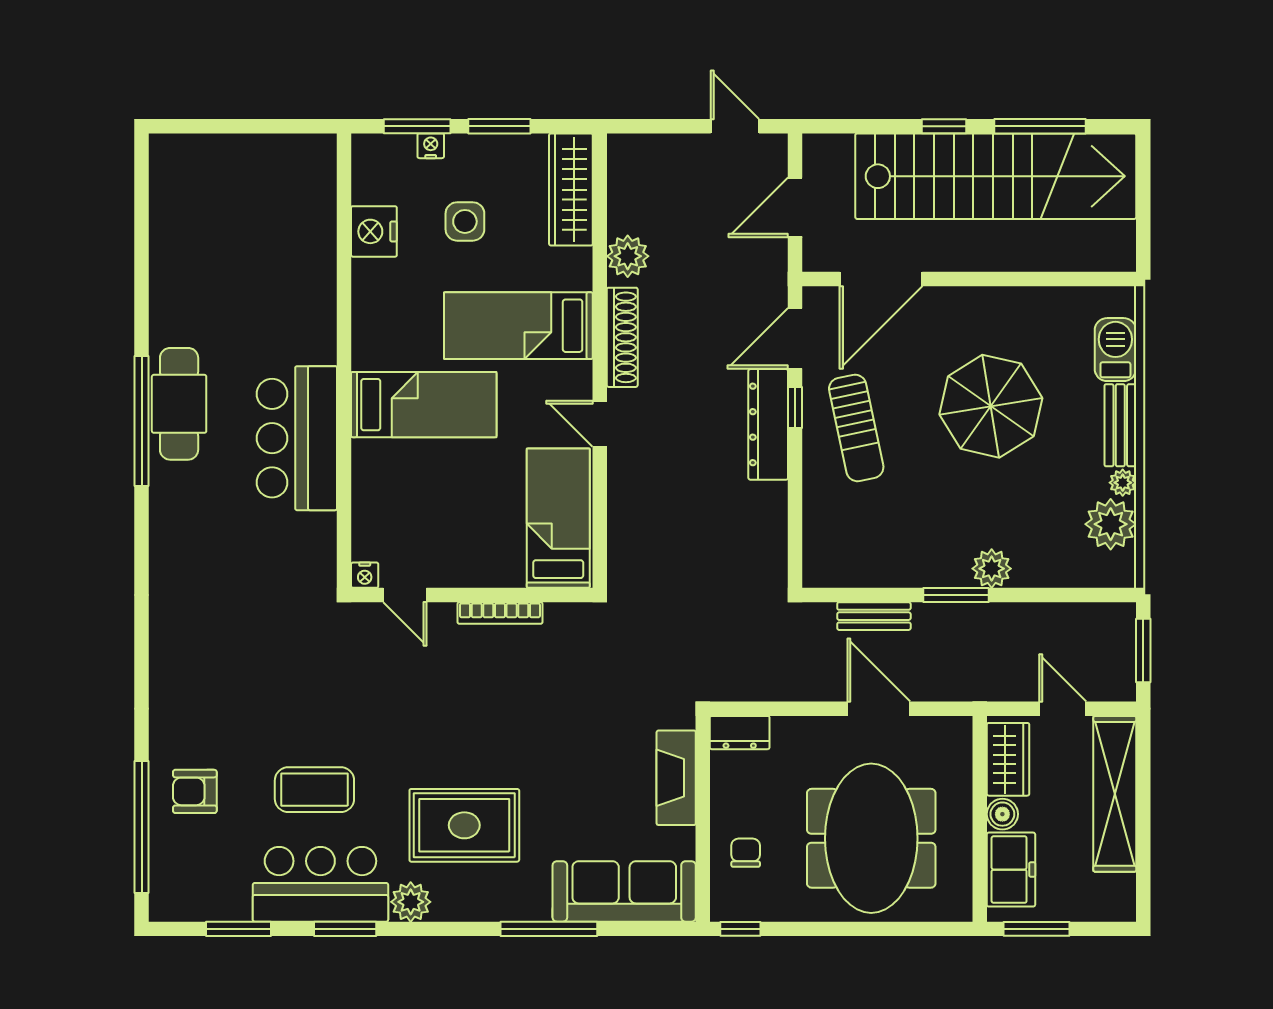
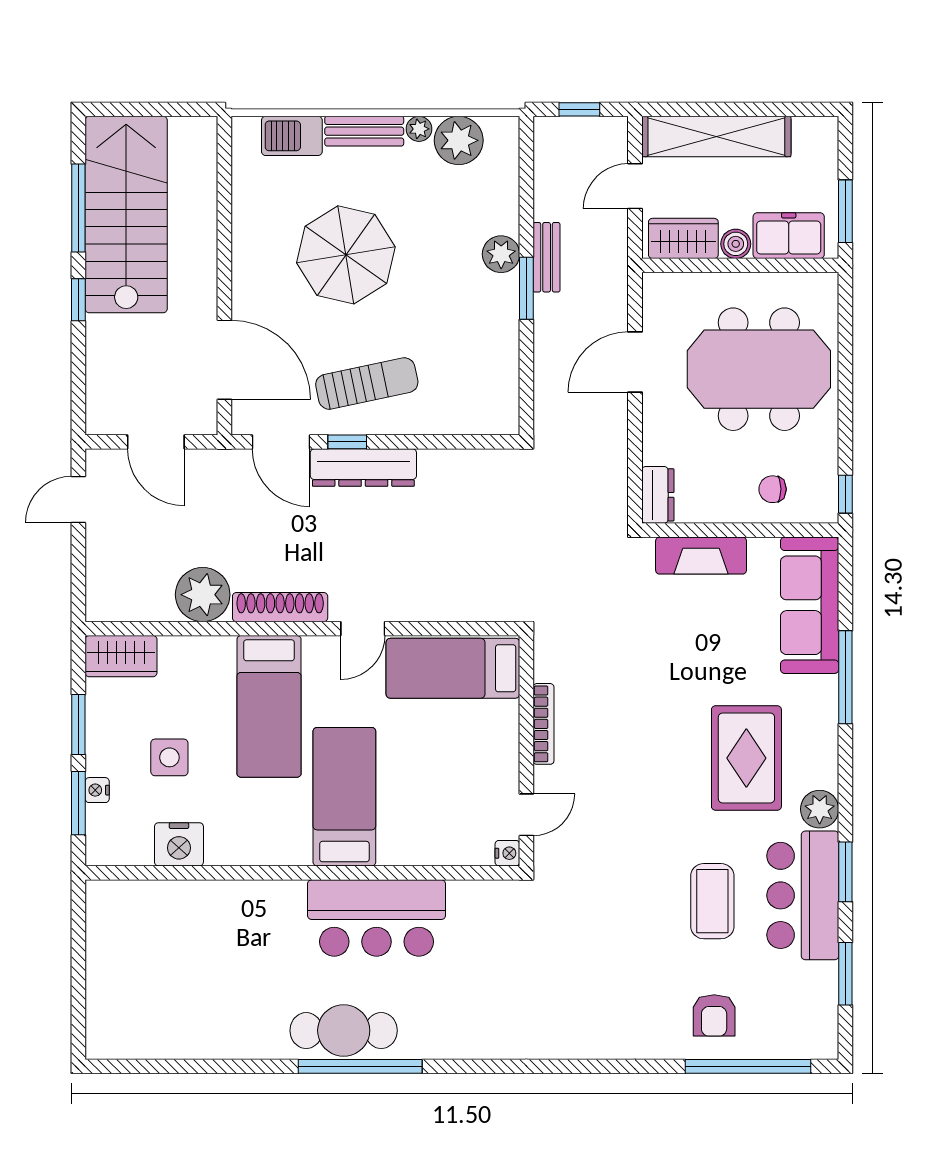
stairs: (996, 176) -> (126, 214), width x0.73
wardrobe: (571, 190) -> (121, 656), width x0.67
plant: (628, 256) -> (203, 595), width x1.36, depth x1.36
bench: (874, 616) -> (547, 257), moved
window: (1143, 650) -> (579, 109), width x0.67

